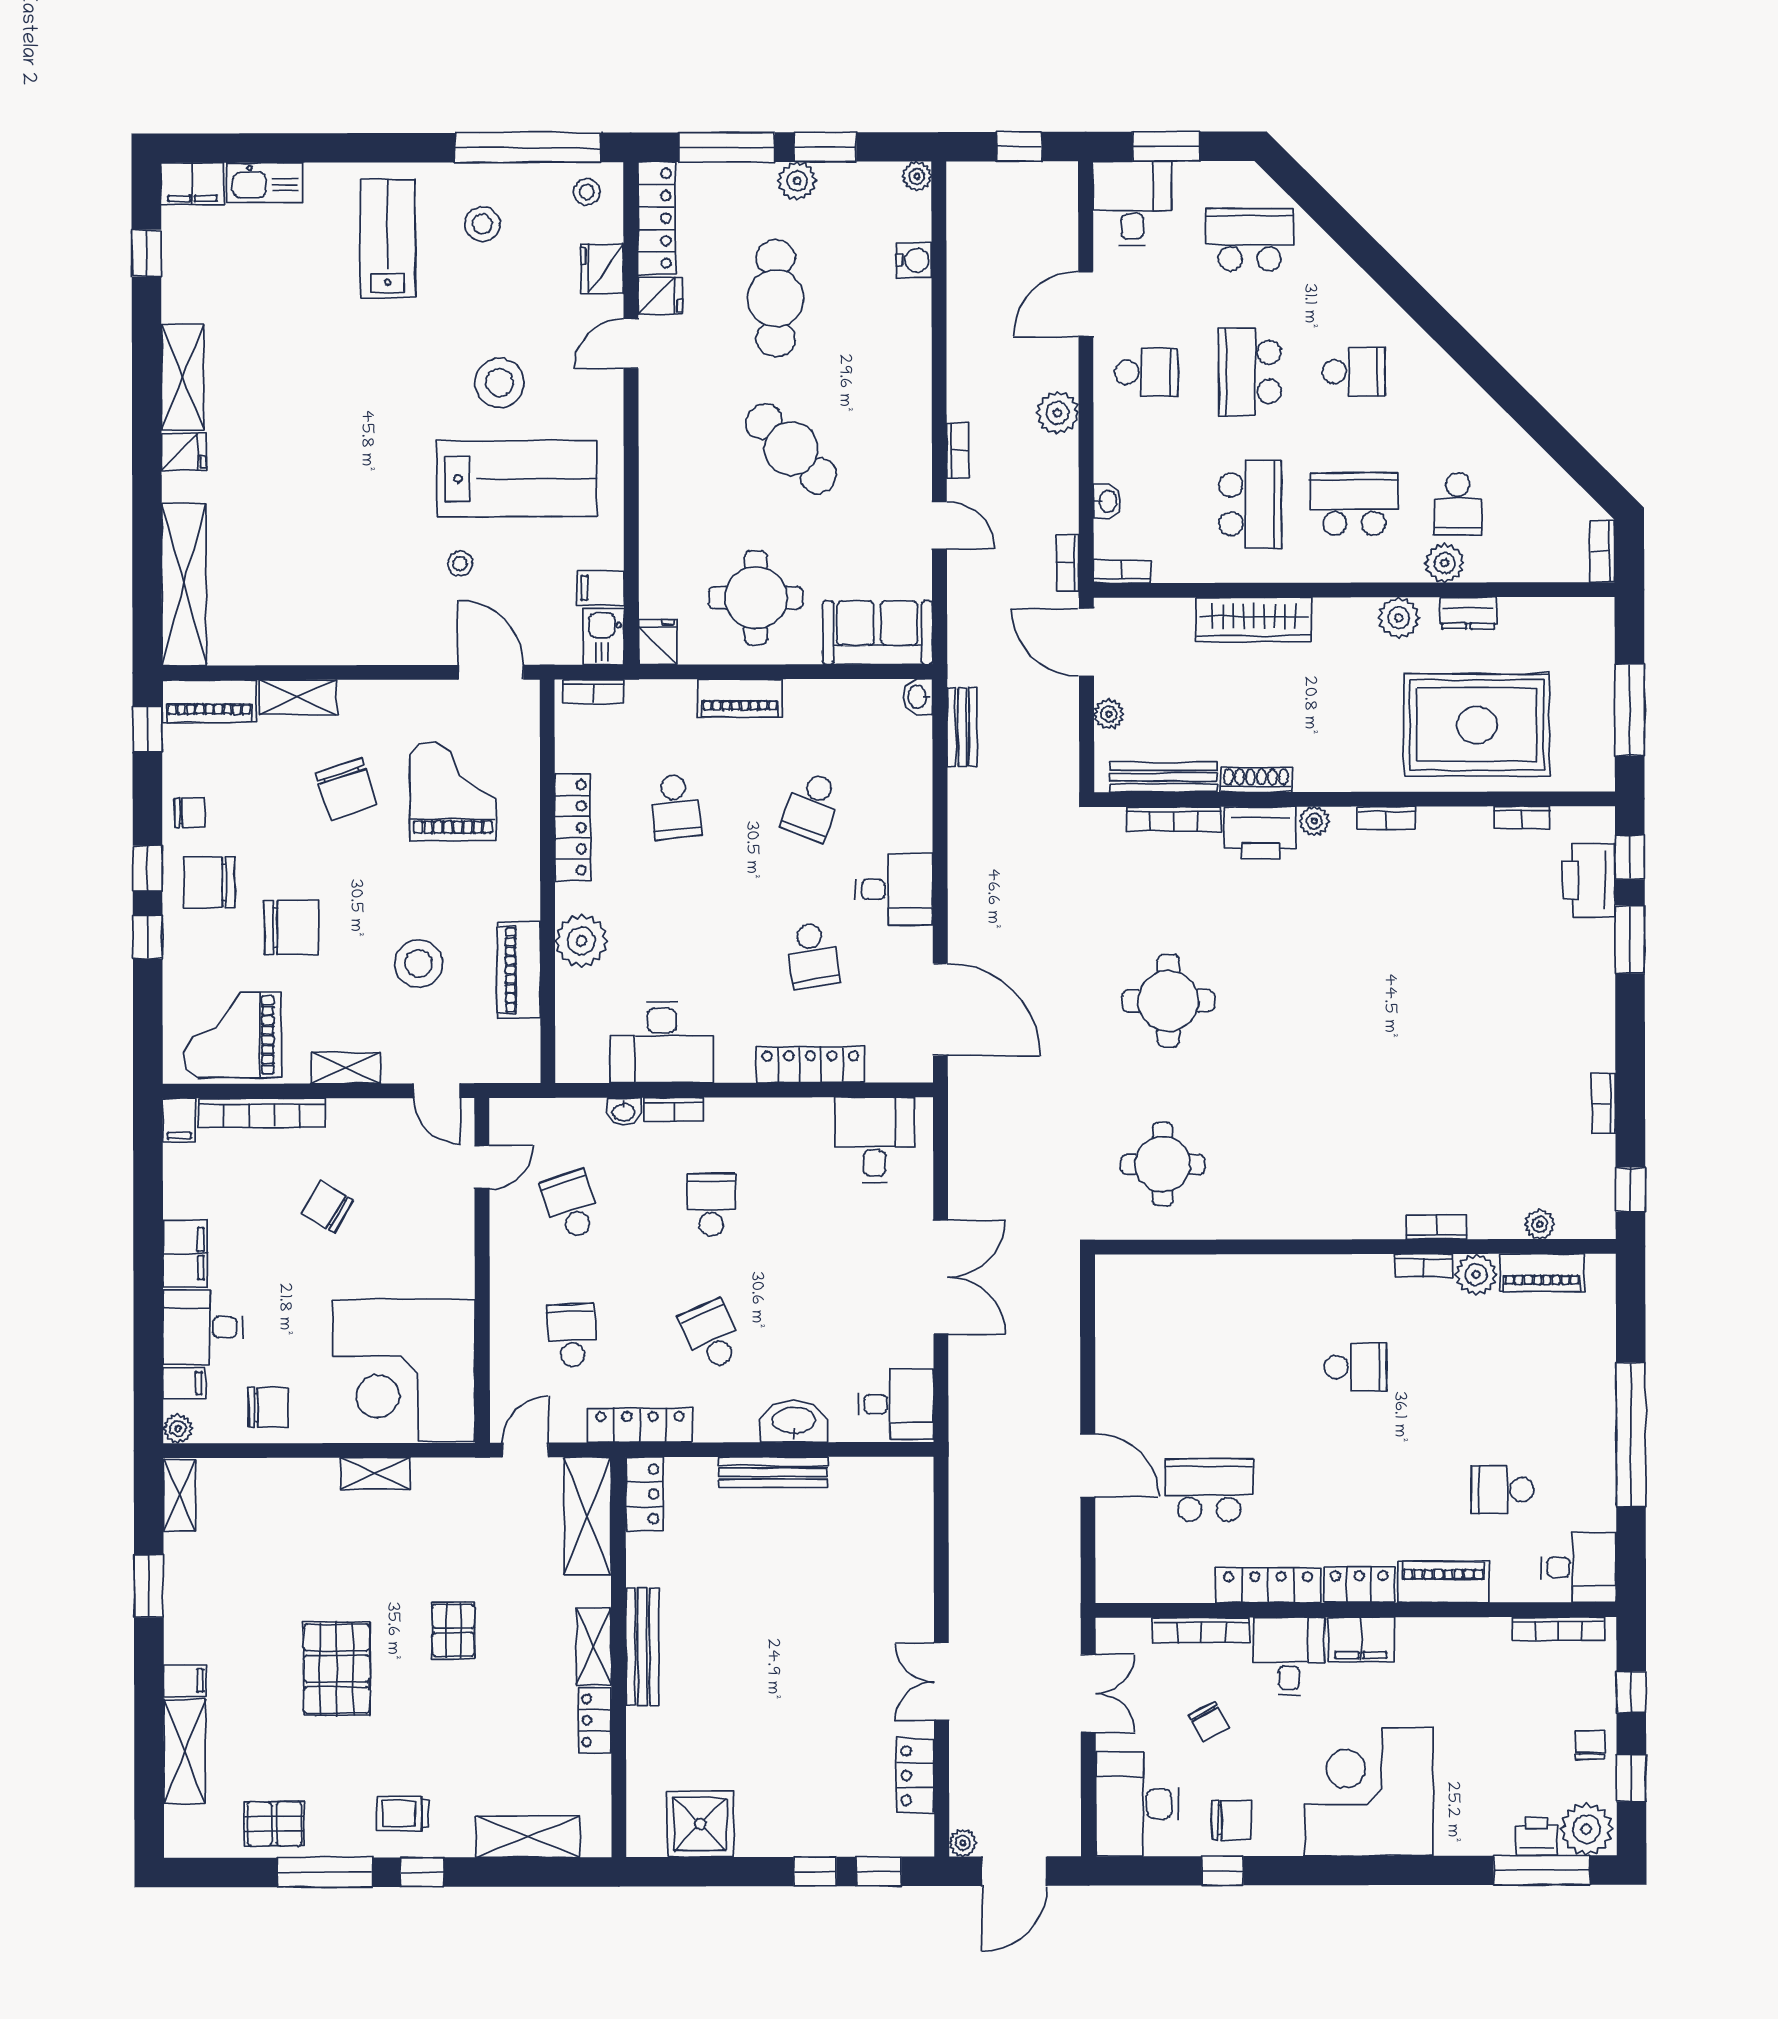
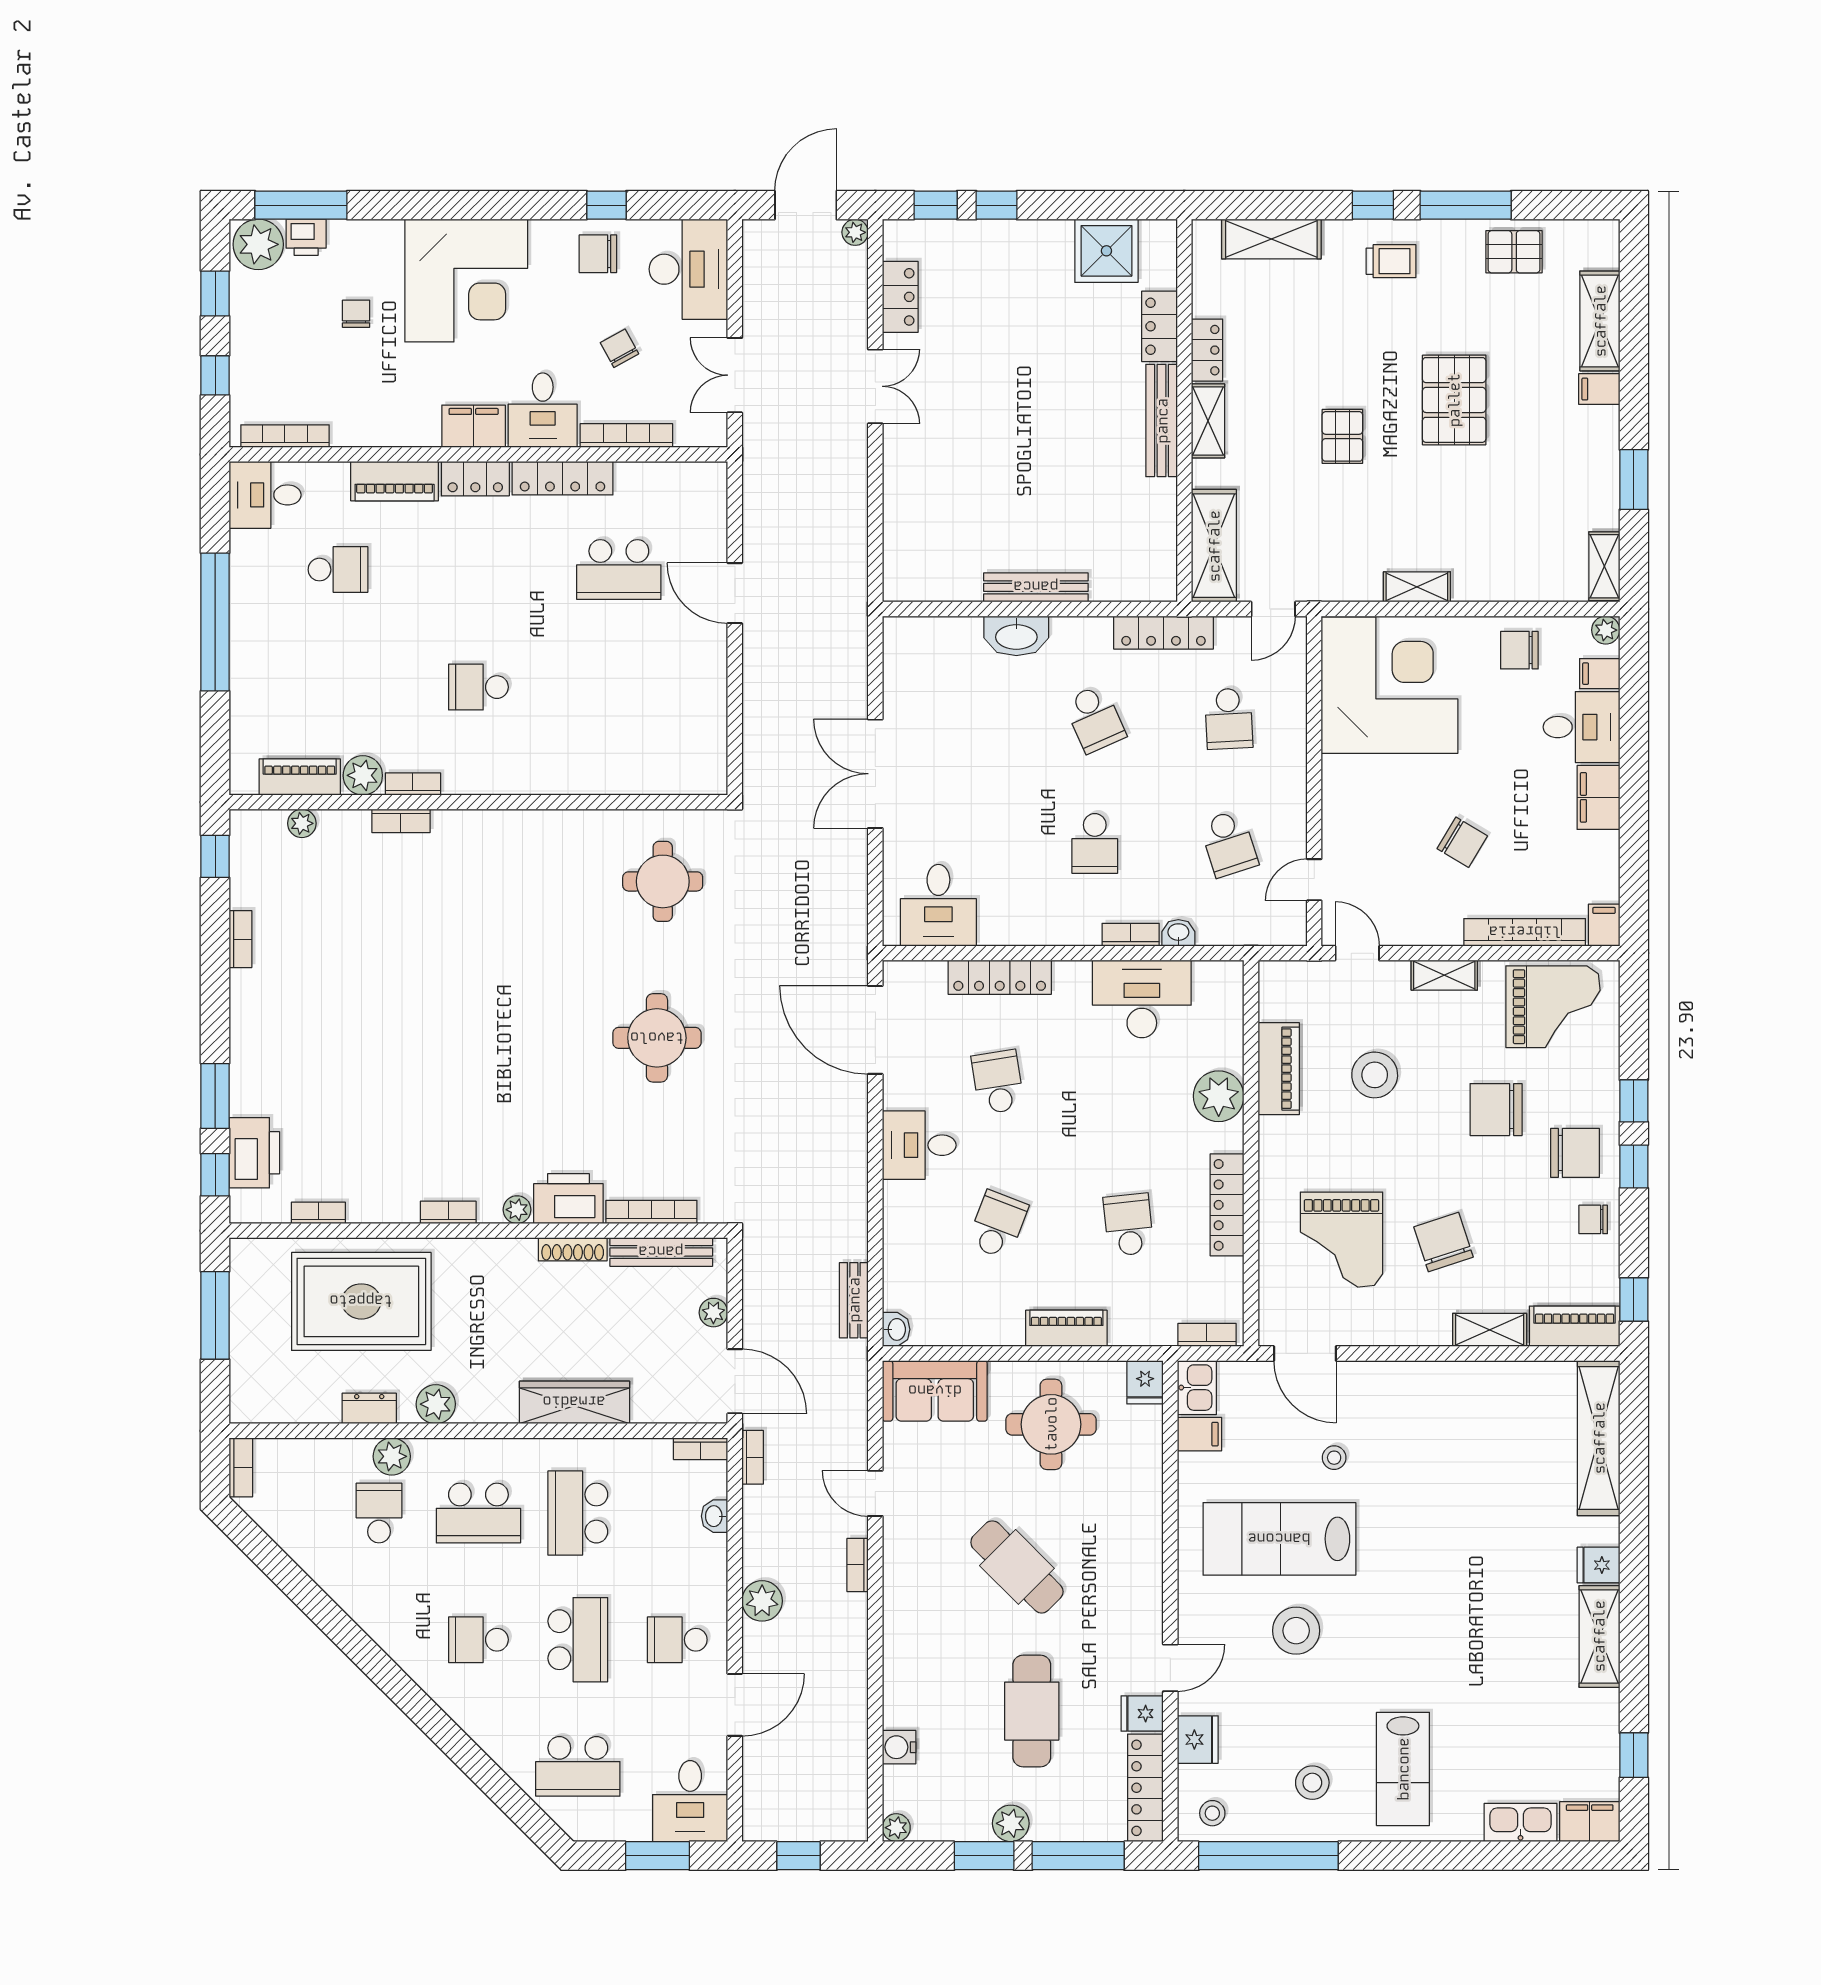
desk: (896, 1404) -> (918, 652), removed
locker: (644, 1494) -> (1159, 326), moved
chair: (1590, 1745) -> (356, 314), moved, turned 180

